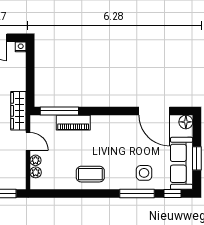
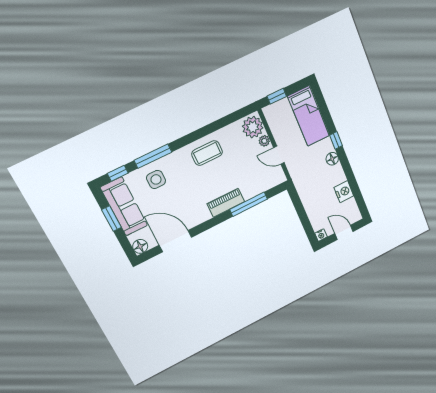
wardrobe: (18, 111) -> (299, 179), removed
window: (59, 111) -> (249, 204), moved
piano: (73, 123) -> (226, 203), moved
plant: (36, 172) -> (253, 127), width x1.88, depth x1.88

